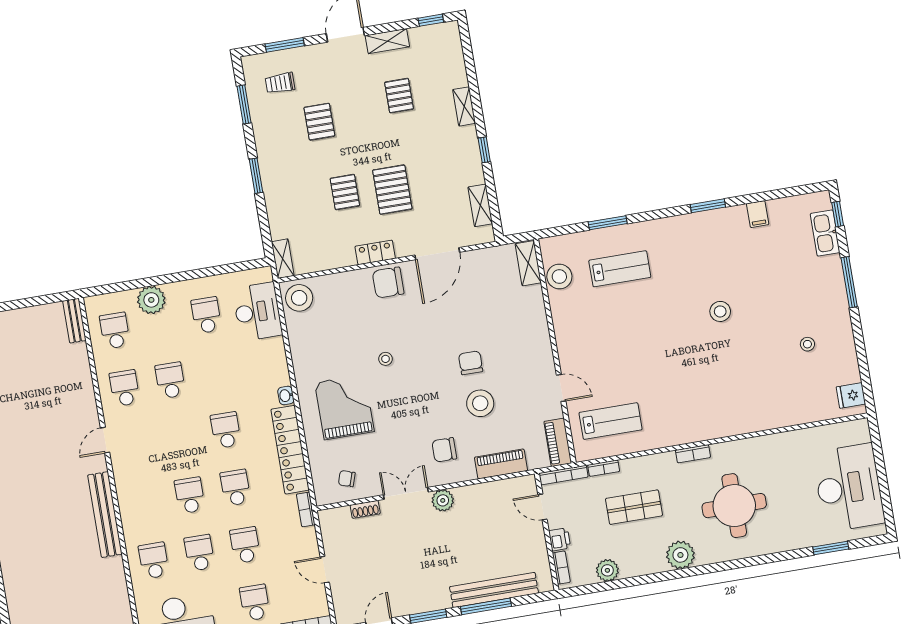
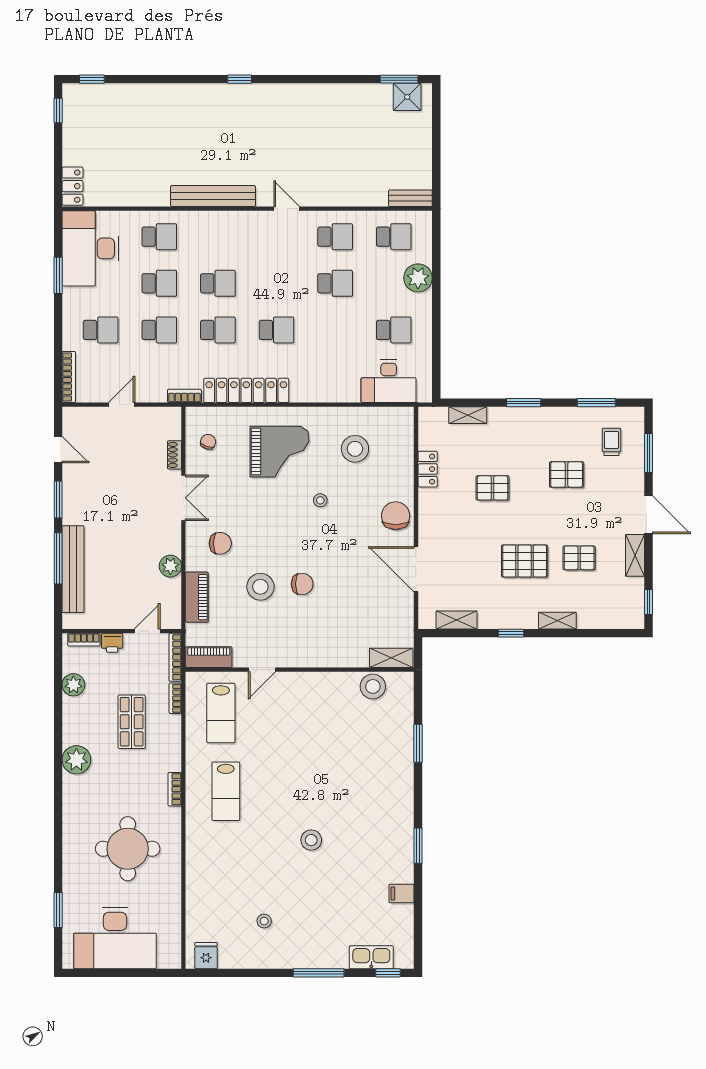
pallet: (392, 190) -> (525, 561), moved
locker: (375, 252) -> (428, 469), moved
shelving: (283, 259) -> (468, 415), moved
lab bench: (620, 269) -> (226, 791), moved
stool: (299, 298) -> (355, 449), moved
washbasin: (286, 396) -> (301, 395), removed
chair: (444, 450) -> (220, 543), turned 90
plant: (443, 500) -> (170, 566), moved
round table: (734, 506) -> (128, 849), moved

